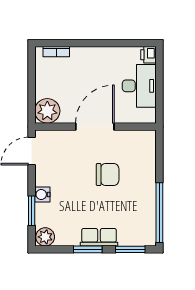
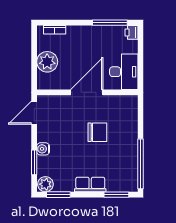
window: (123, 43) -> (110, 23), added
desk: (139, 86) -> (124, 72), moved
plant: (47, 111) -> (47, 62), moved
window: (88, 249) -> (58, 195), moved

